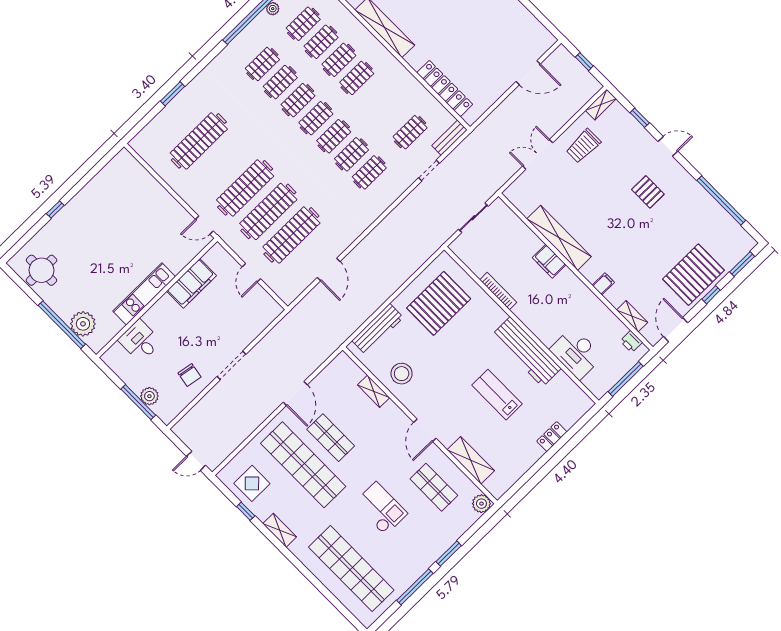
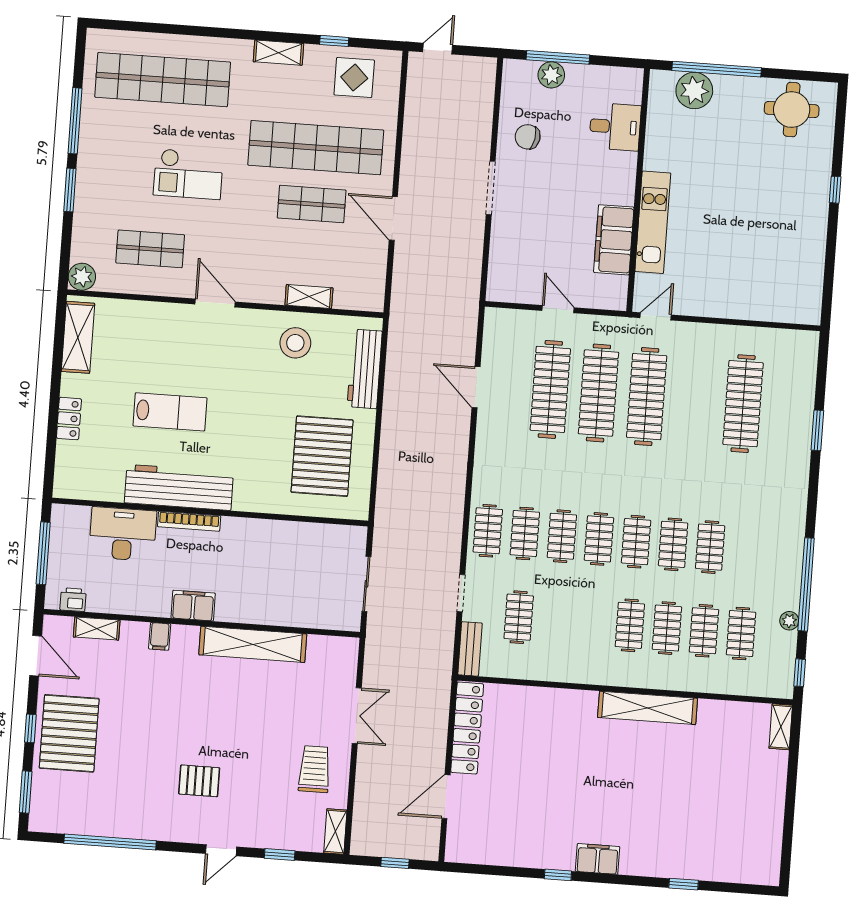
clothes rail: (262, 64) -> (488, 531), moved
locker: (445, 89) -> (467, 728), moved, turned -90
filing cabinet: (549, 261) -> (193, 606), moved
bookcase: (498, 291) -> (189, 521), moved
kitchen unit: (144, 294) -> (653, 222), moved
shelving: (471, 460) -> (78, 337), moved, turned 90

